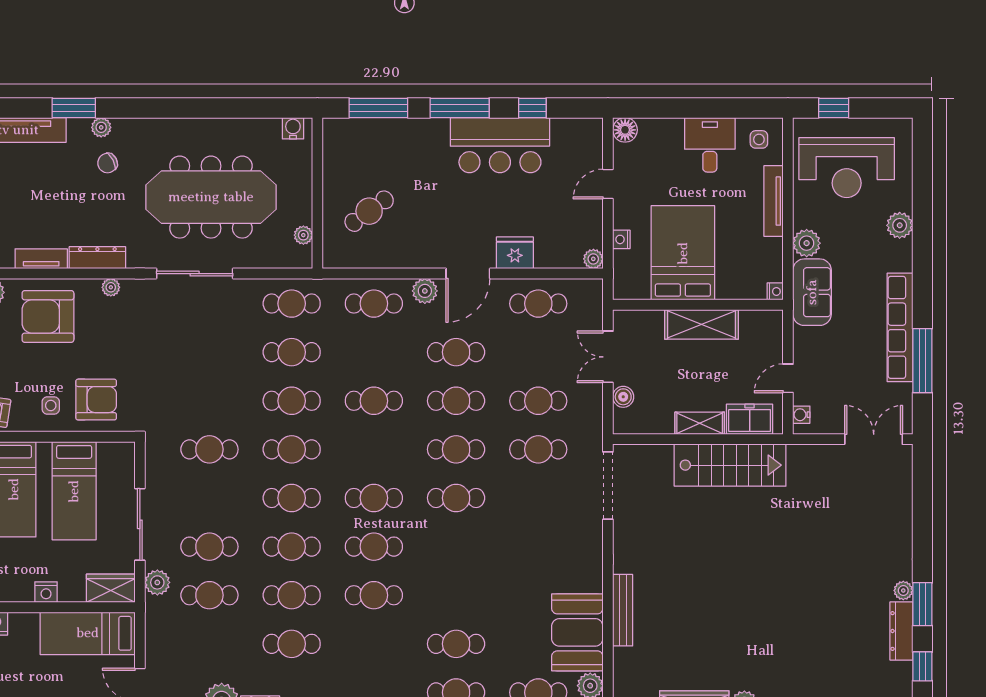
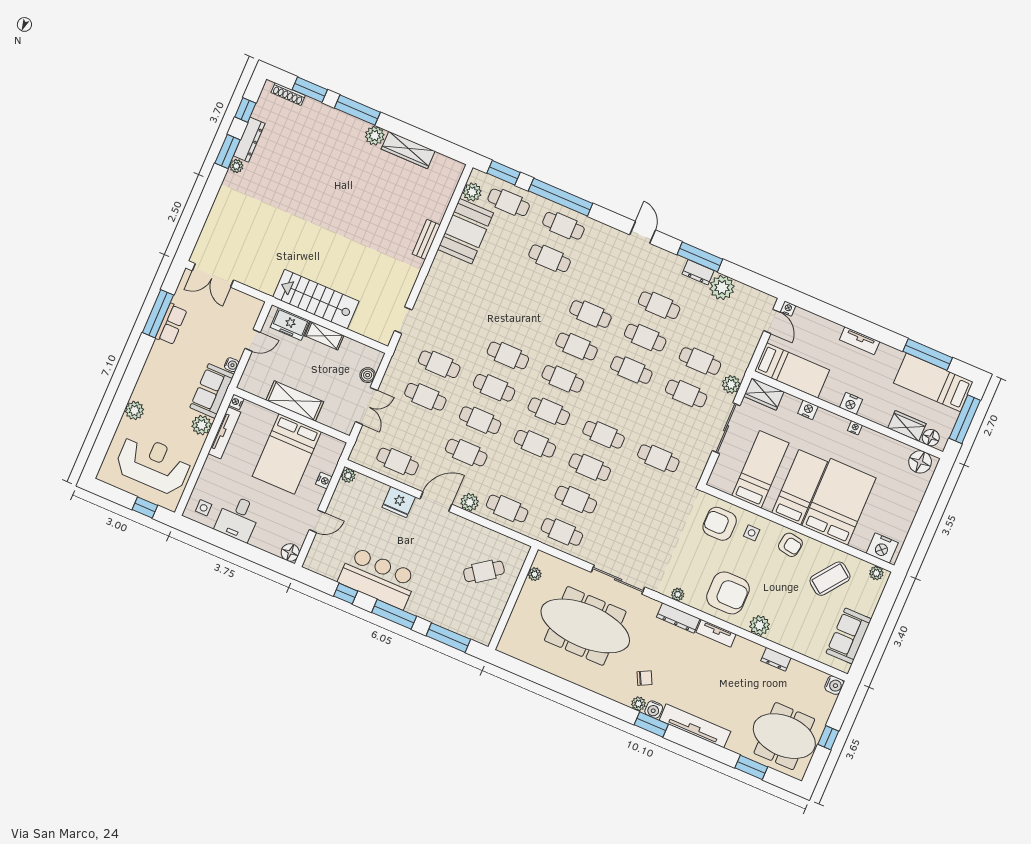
water cooler: (293, 128) -> (654, 710), moved
tv unit: (774, 201) -> (224, 433), moved
row of seats: (900, 327) -> (171, 324), width x0.50
water cooler: (801, 415) -> (232, 365), moved
doorway: (608, 486) -> (403, 320), width x0.53
cafe table: (292, 498) -> (549, 411), moved
bench: (623, 610) -> (426, 239), width x0.73

